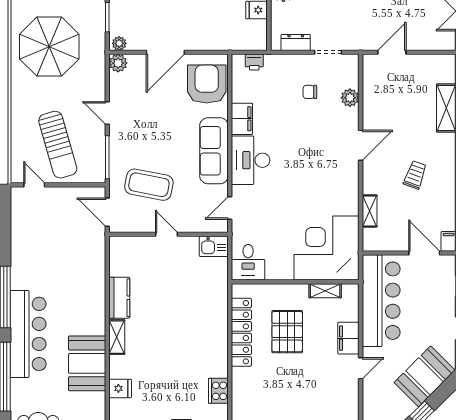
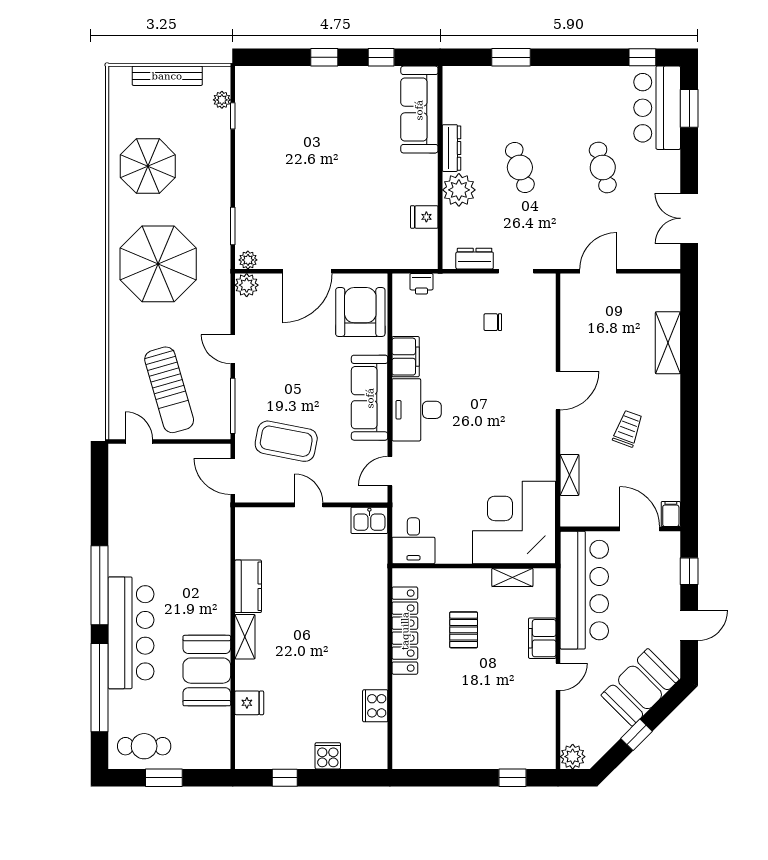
plant: (350, 98) -> (544, 329), removed
pallet: (287, 332) -> (464, 630), width x0.67, depth x0.71

